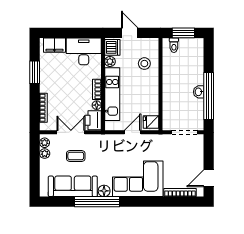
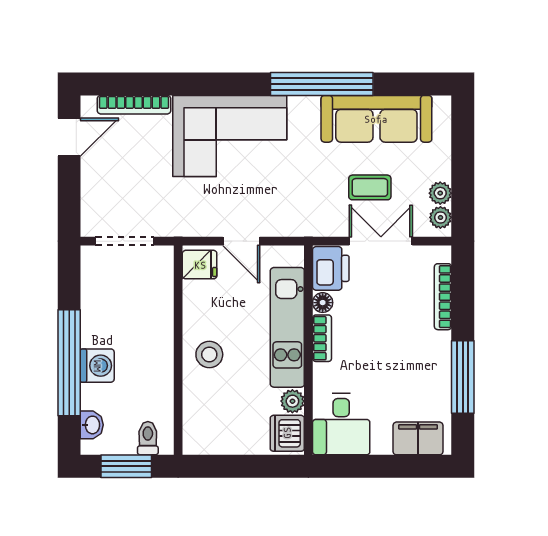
door: (130, 33) -> (248, 466), removed
desk: (84, 51) -> (341, 424), width x0.73
stool: (144, 64) -> (209, 354), moved
window: (35, 72) -> (463, 377), width x1.44
washing machine: (196, 77) -> (97, 366), added
washbasin: (199, 92) -> (92, 425), moved
window: (209, 96) -> (69, 363), moved
double door: (71, 132) -> (381, 241), swing flipped
door: (133, 132) -> (241, 241), hinge flipped
floor lamp: (104, 191) -> (306, 109), removed

